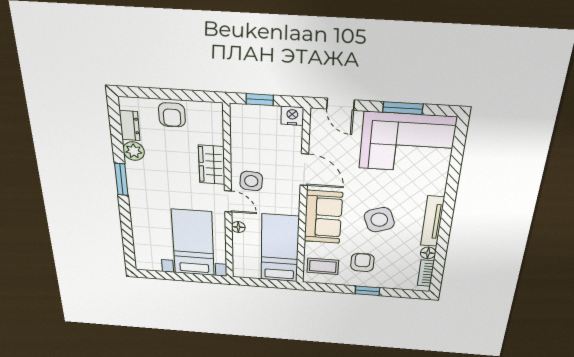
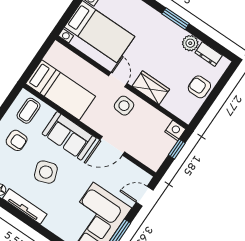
nightstand: (292, 116) -> (175, 130), moved, turned -90
door: (228, 201) -> (118, 80), swing flipped
floor lamp: (238, 227) -> (94, 73), removed

